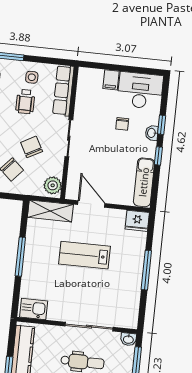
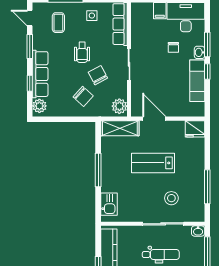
wheelchair: (25, 102) -> (82, 52), moved
window: (162, 125) -> (207, 45), width x1.50
exam couch: (144, 182) -> (197, 81), moved
window: (146, 270) -> (207, 187), moved
stool: (102, 298) -> (171, 198), added
kitchen sink: (34, 309) -> (109, 204), moved, turned 90

